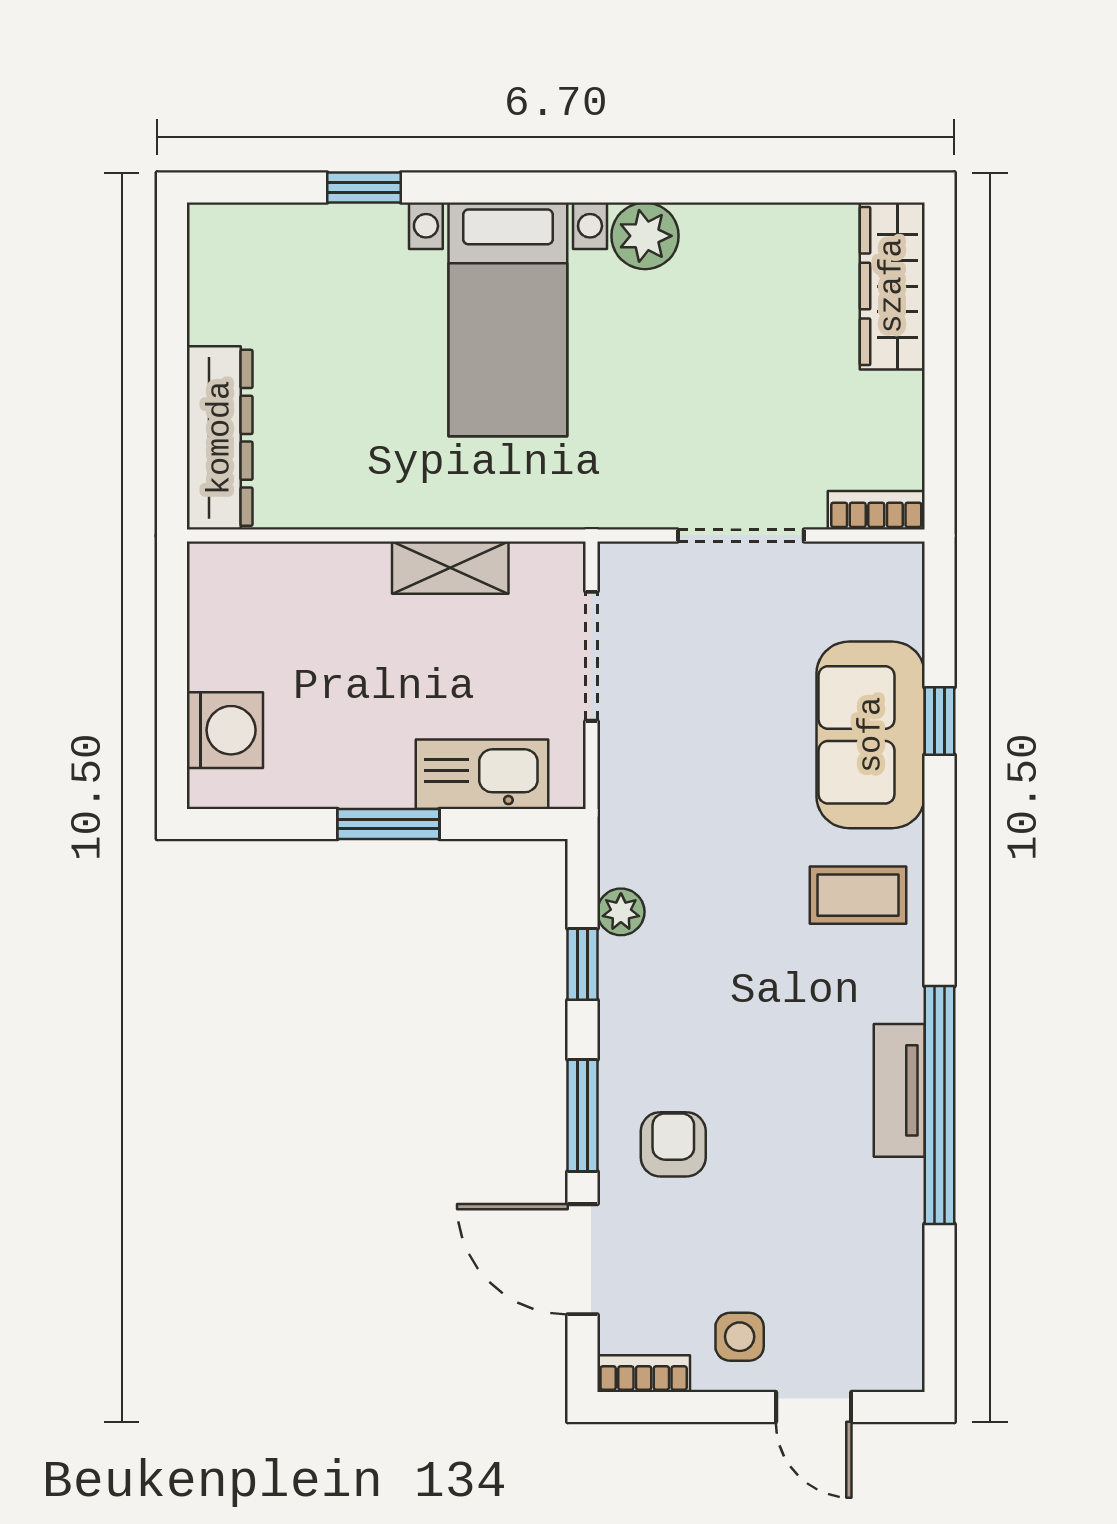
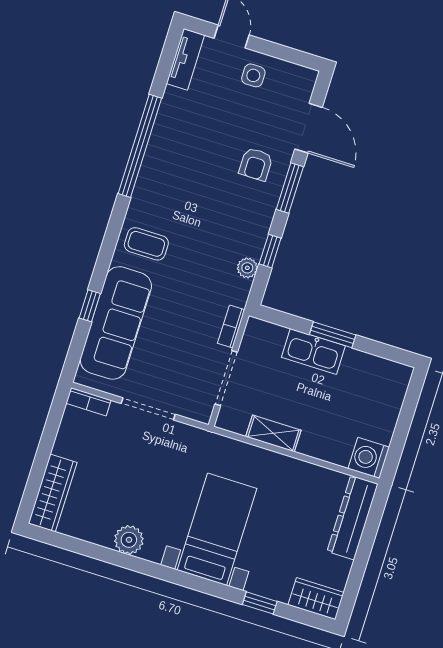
wardrobe: (244, 235) -> (316, 599), added
plant: (645, 236) -> (129, 540), moved
washing machine: (225, 730) -> (369, 458), moved
sofa: (871, 735) -> (116, 323), width x1.36
kitchen sink: (482, 774) -> (313, 351), moved
tv unit: (899, 1090) -> (185, 59), moved
bookcase: (644, 1374) -> (231, 327), moved, turned 90

